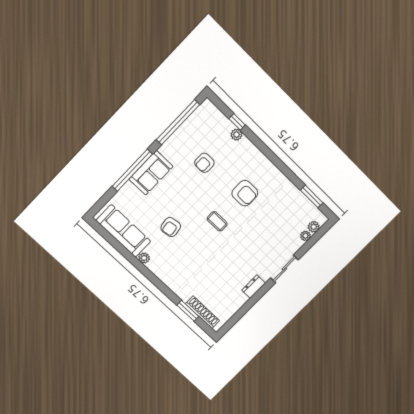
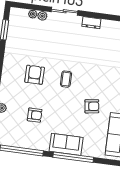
plant: (314, 227) -> (42, 16), moved

